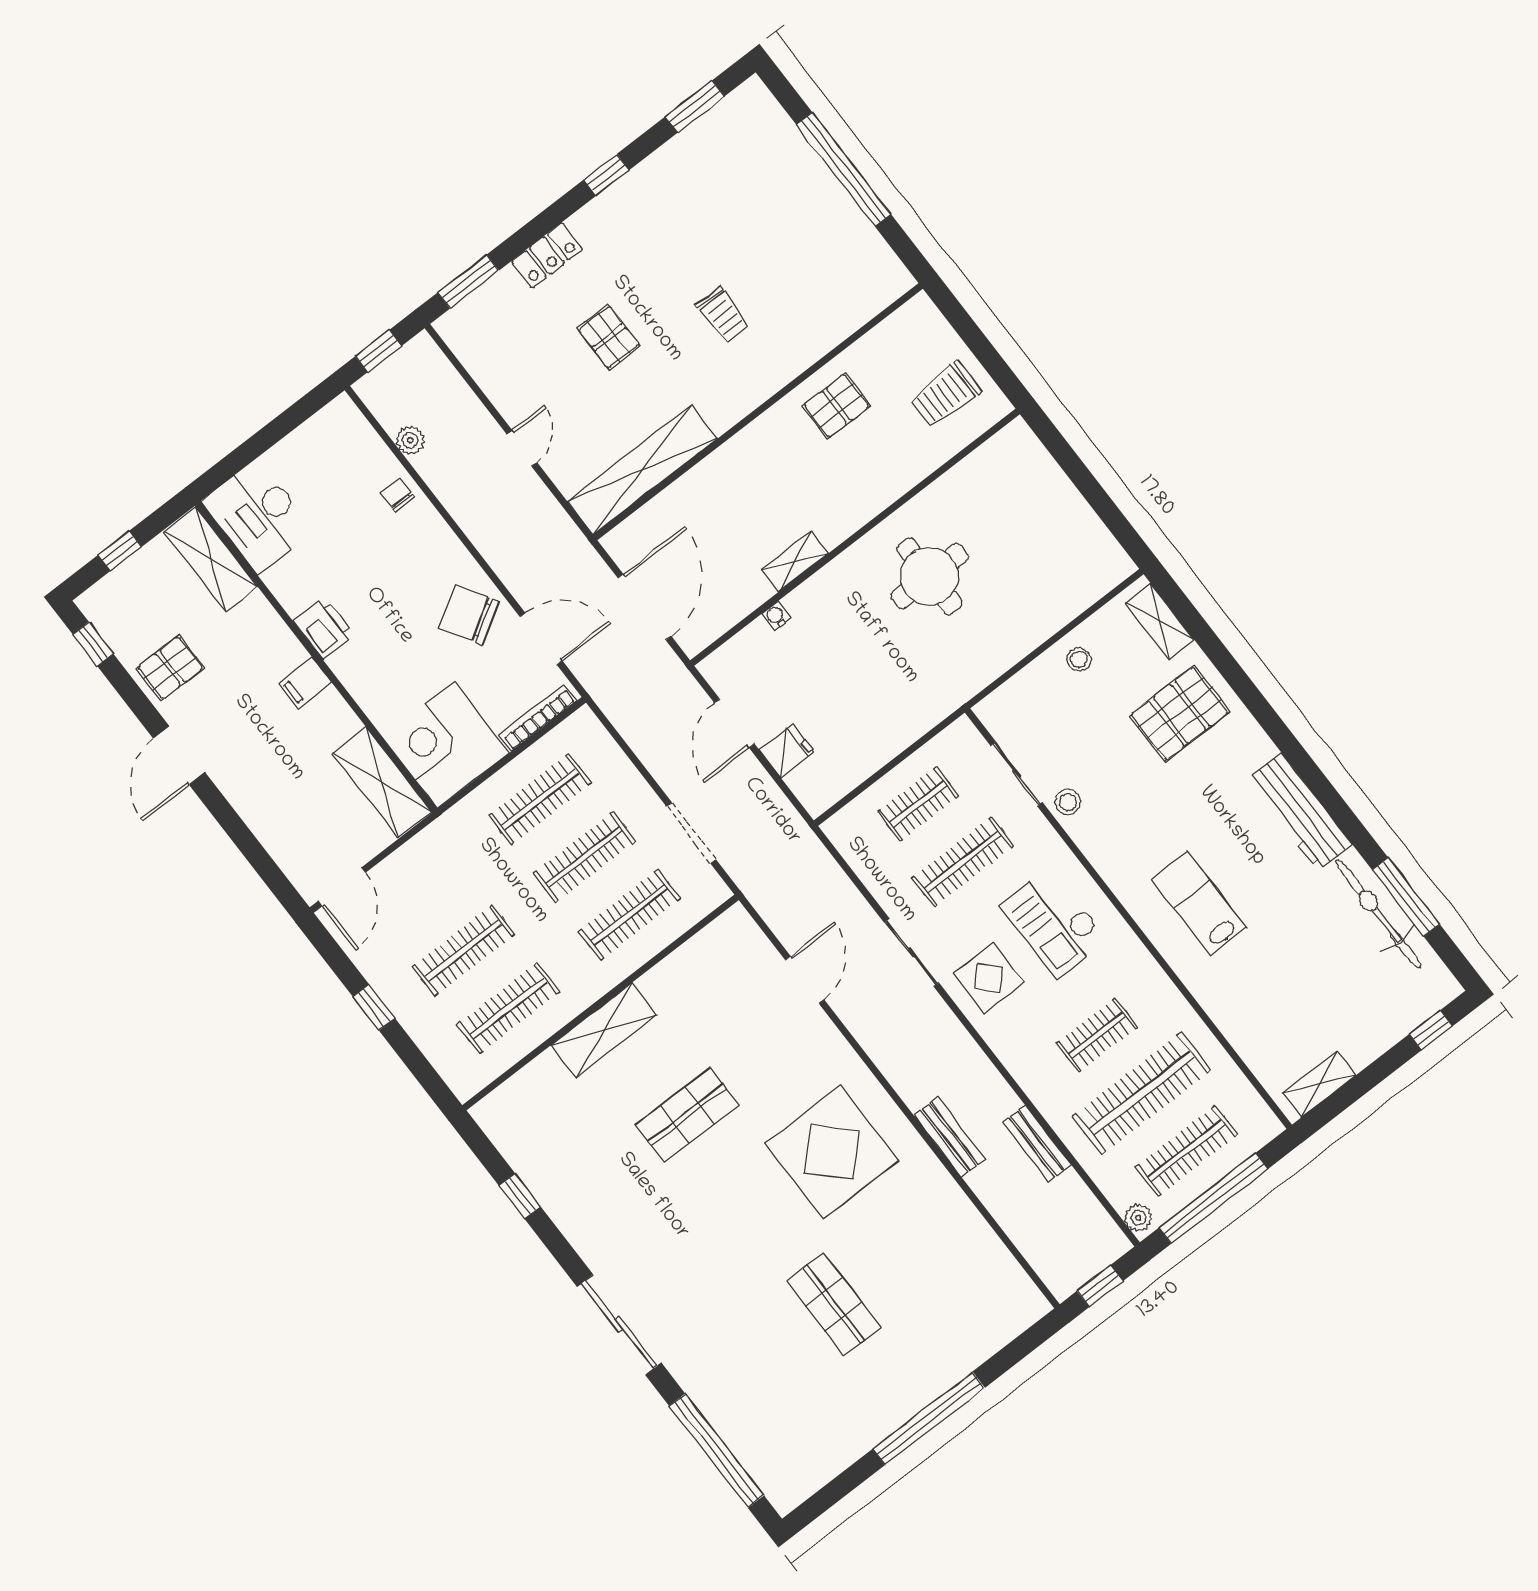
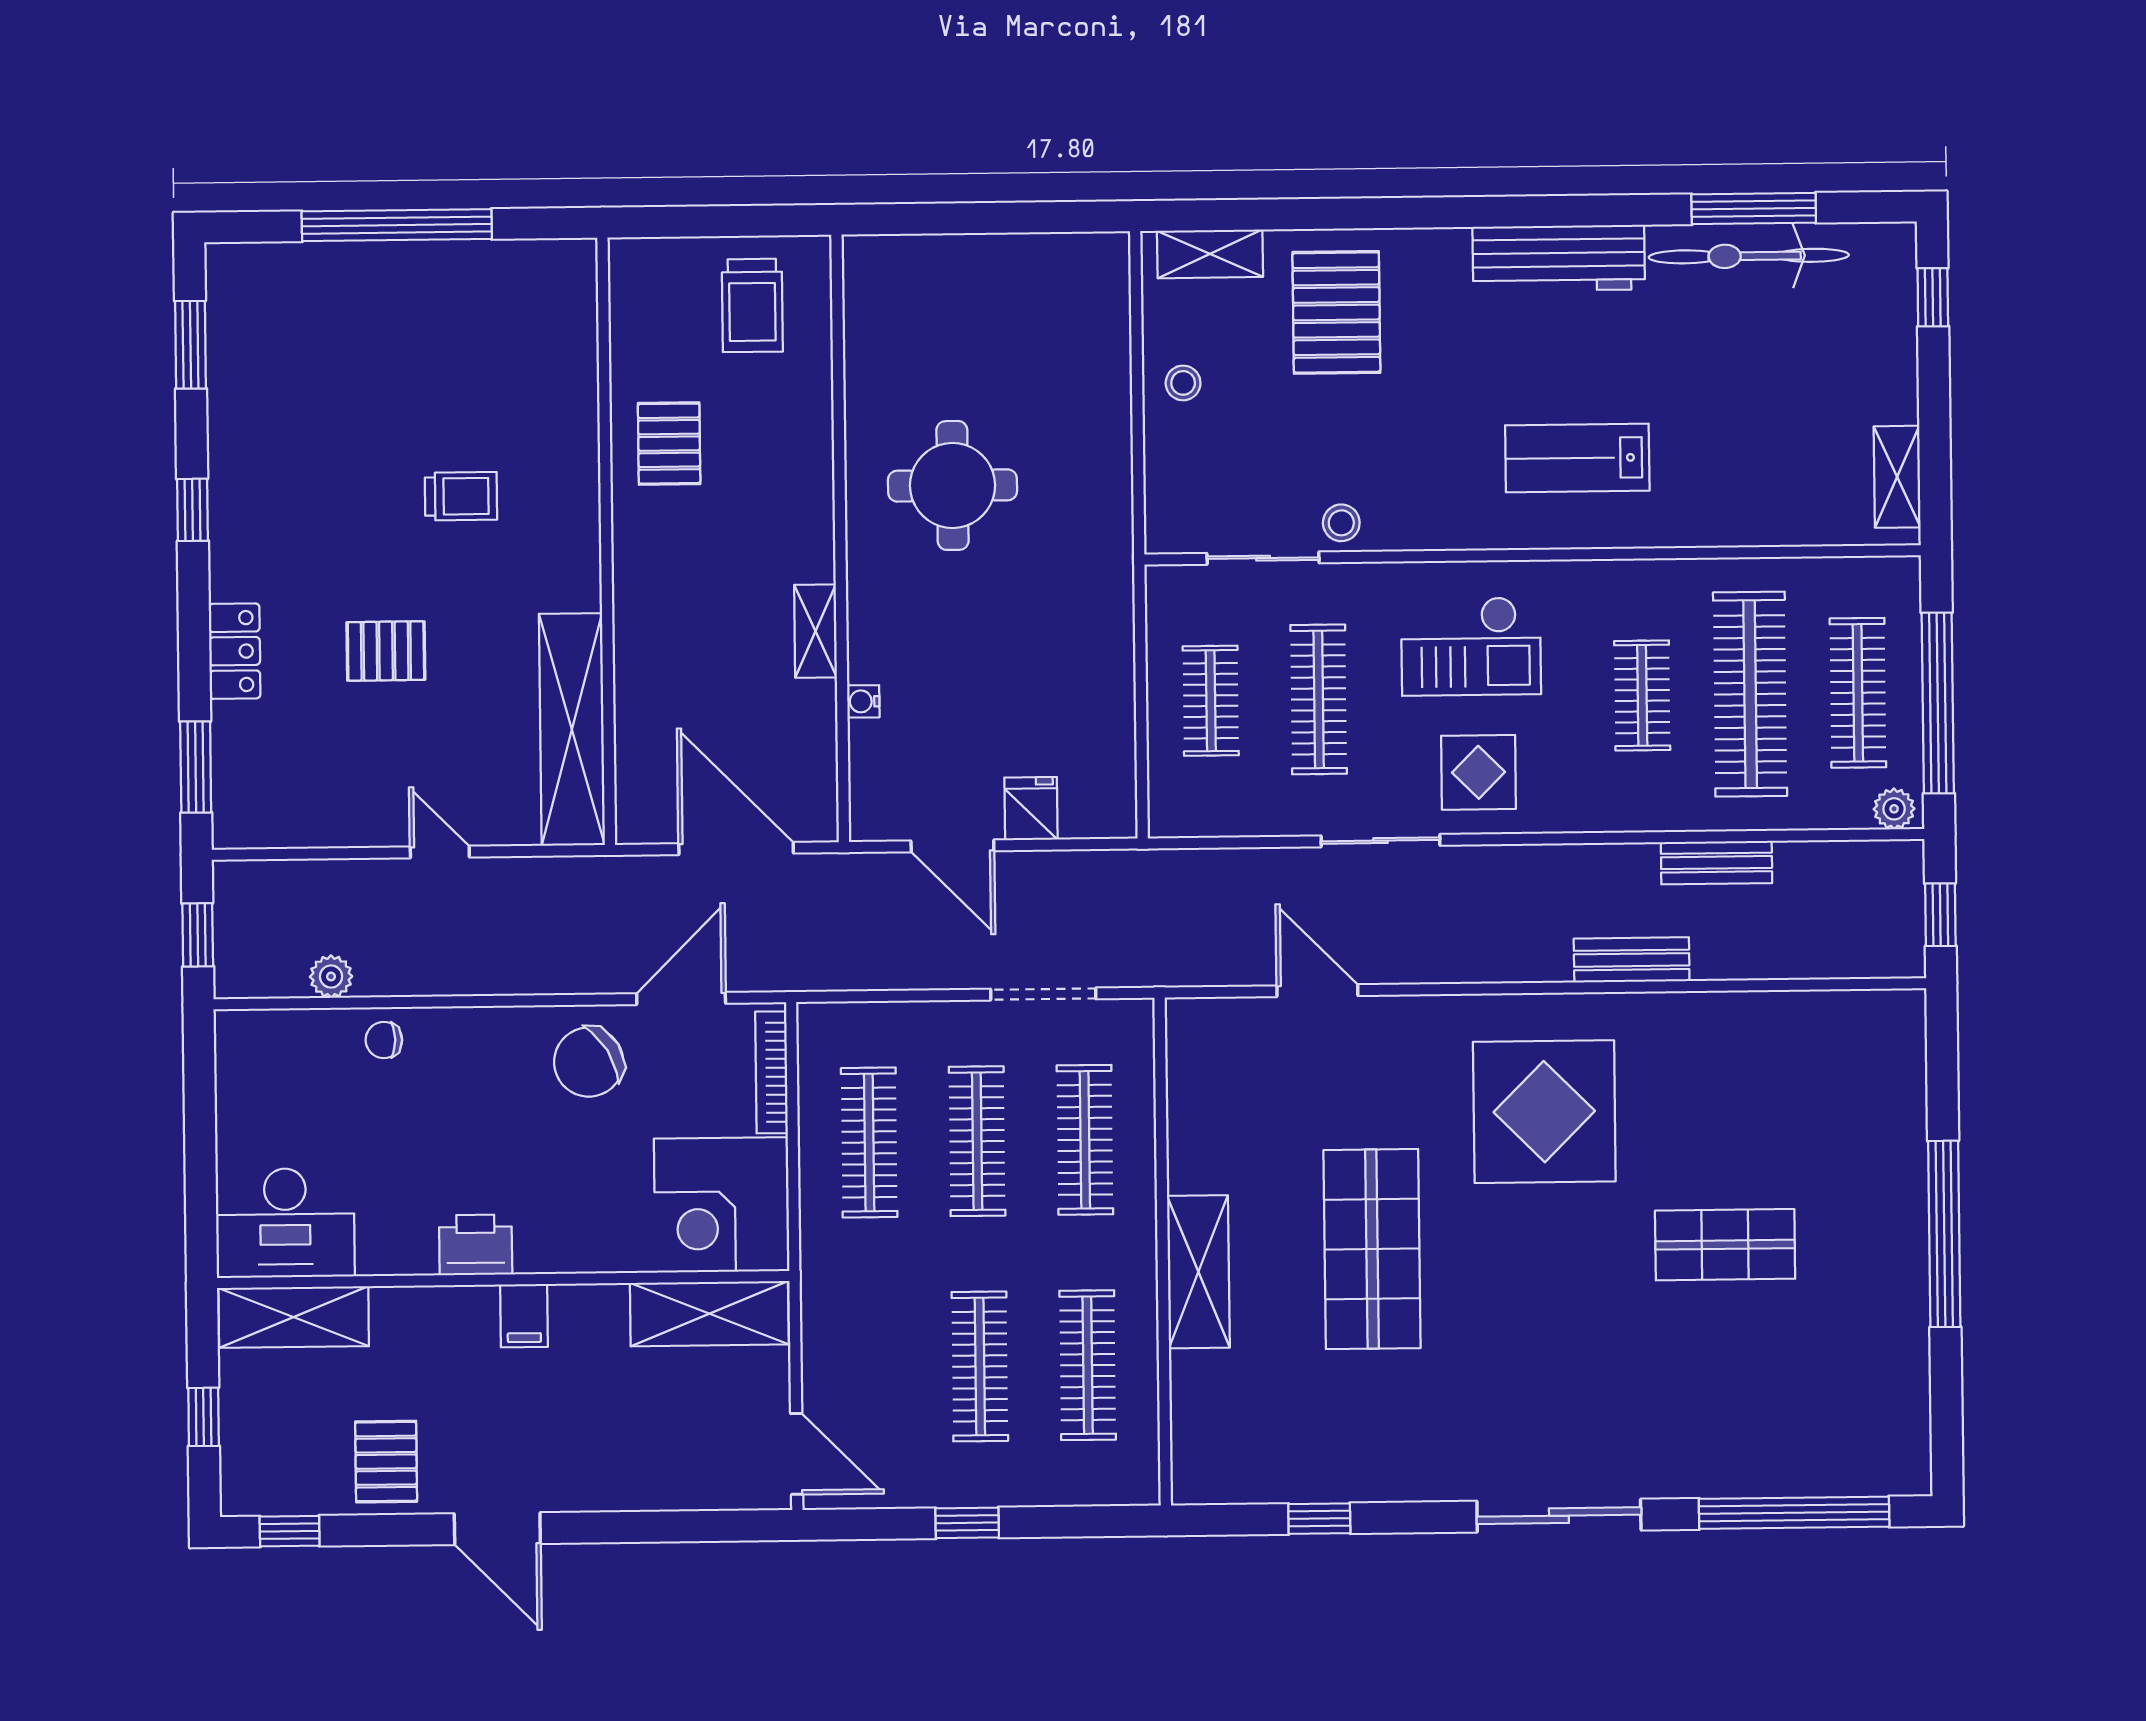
shop shelf: (687, 1115) -> (1372, 1249), width x1.43, depth x1.36

